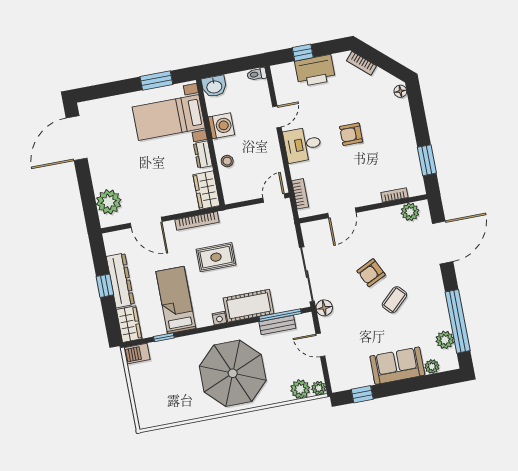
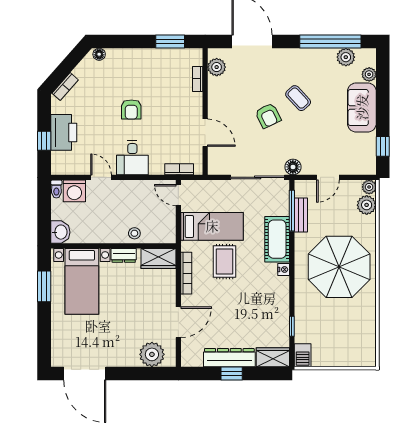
washing machine: (221, 126) -> (74, 191), moved, turned 180
bed: (176, 300) -> (212, 226), moved, turned 180

